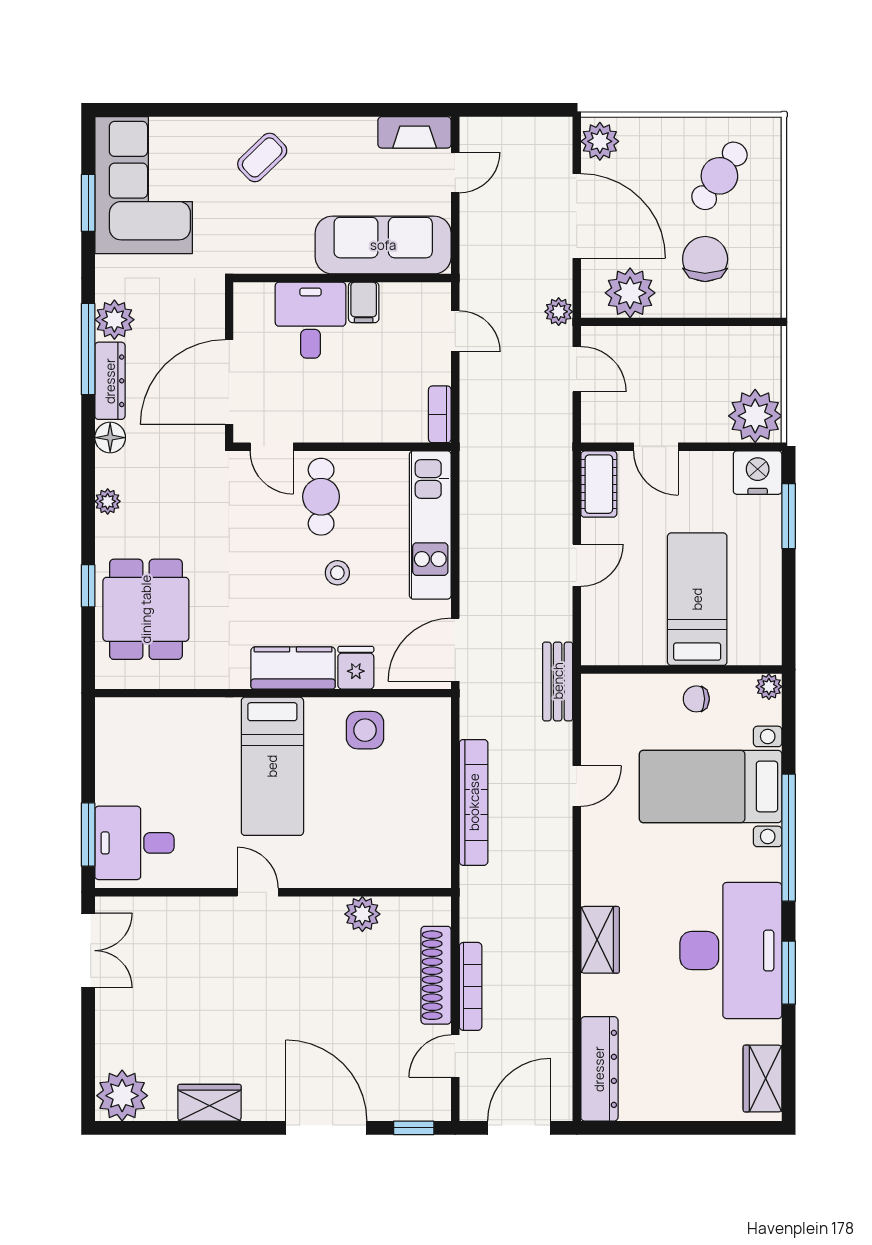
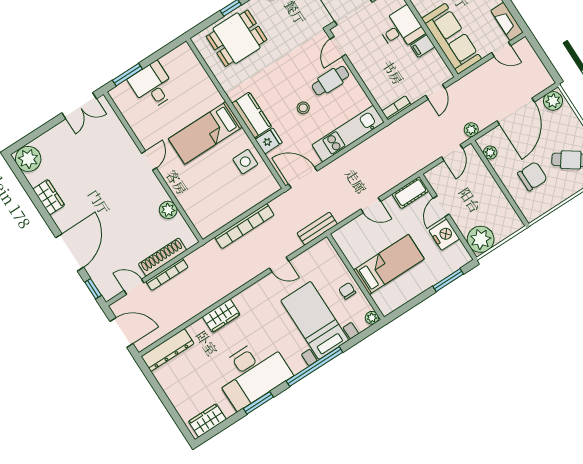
plant: (630, 293) -> (490, 152), width x0.53, depth x0.53
nightstand: (758, 473) -> (444, 235), moved
desk: (134, 843) -> (152, 86), moved

